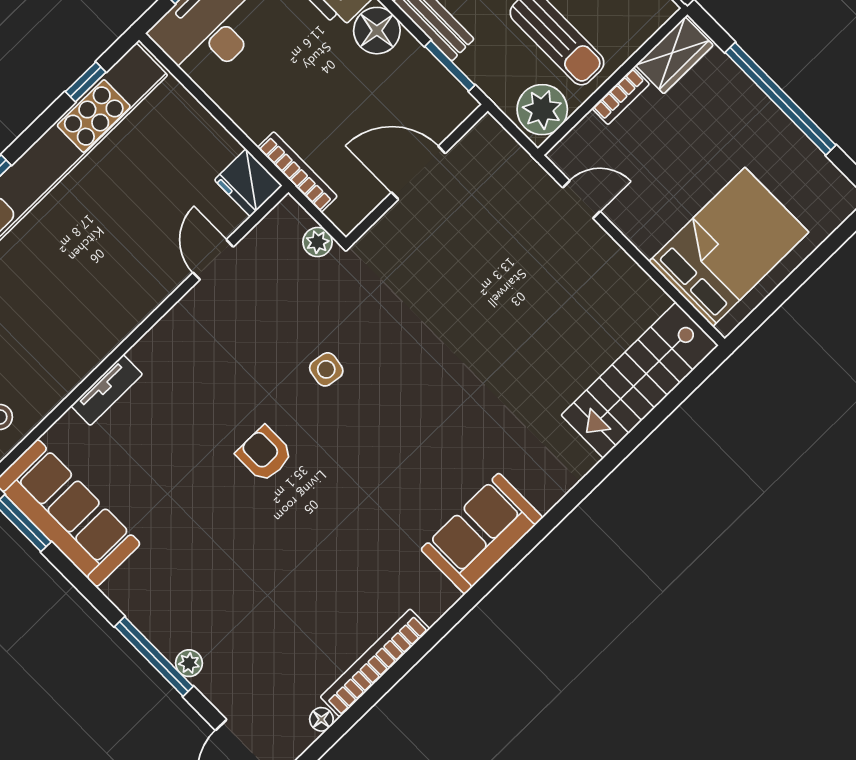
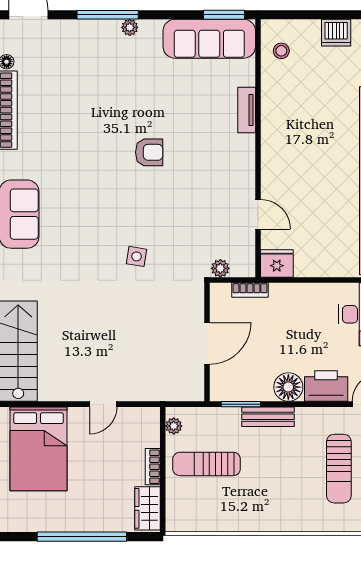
plant: (542, 110) -> (174, 426), width x0.53, depth x0.53
bookcase: (297, 172) -> (250, 290), width x0.64
door: (581, 200) -> (103, 404), moved
side table: (326, 369) -> (137, 256), moved
plant: (189, 663) -> (130, 27), moved

